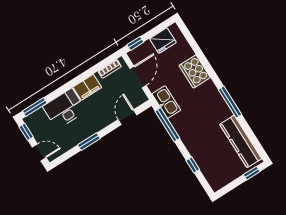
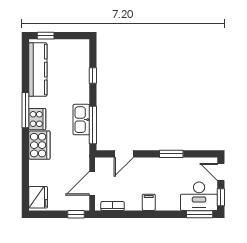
fridge: (163, 41) -> (38, 197), moved, turned 90
cooker: (195, 71) -> (39, 145), moved
filing cabinet: (87, 87) -> (149, 202), width x0.50
cooker: (216, 101) -> (37, 119), added
kitchen sink: (166, 102) -> (81, 120), moved
desk: (64, 109) -> (199, 196), moved

